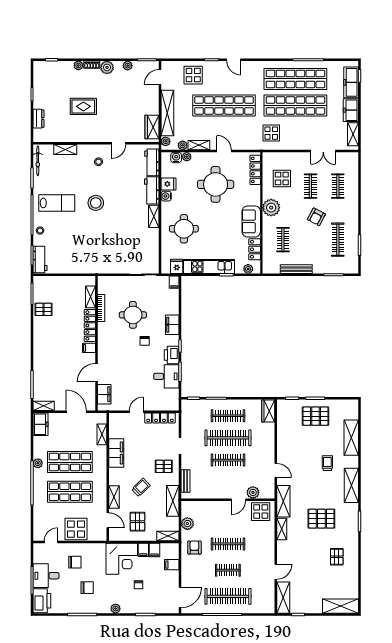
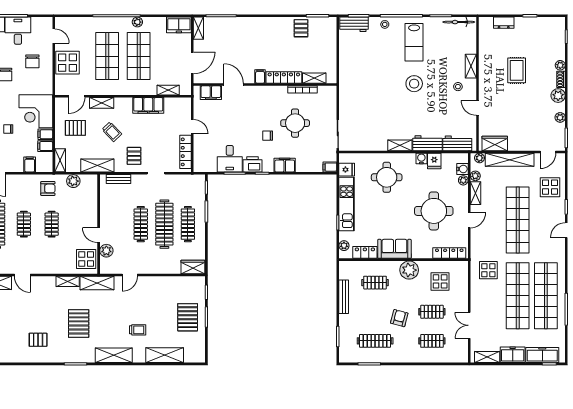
door: (160, 77) -> (548, 152), swing flipped
shelving: (65, 150) -> (471, 66), moved
armchair: (316, 217) -> (399, 318), turned 77
clothes rail: (228, 544) -> (52, 224), width x0.73

